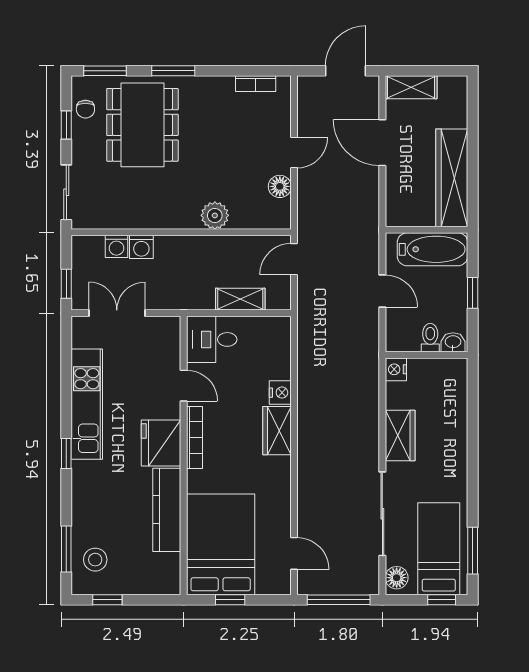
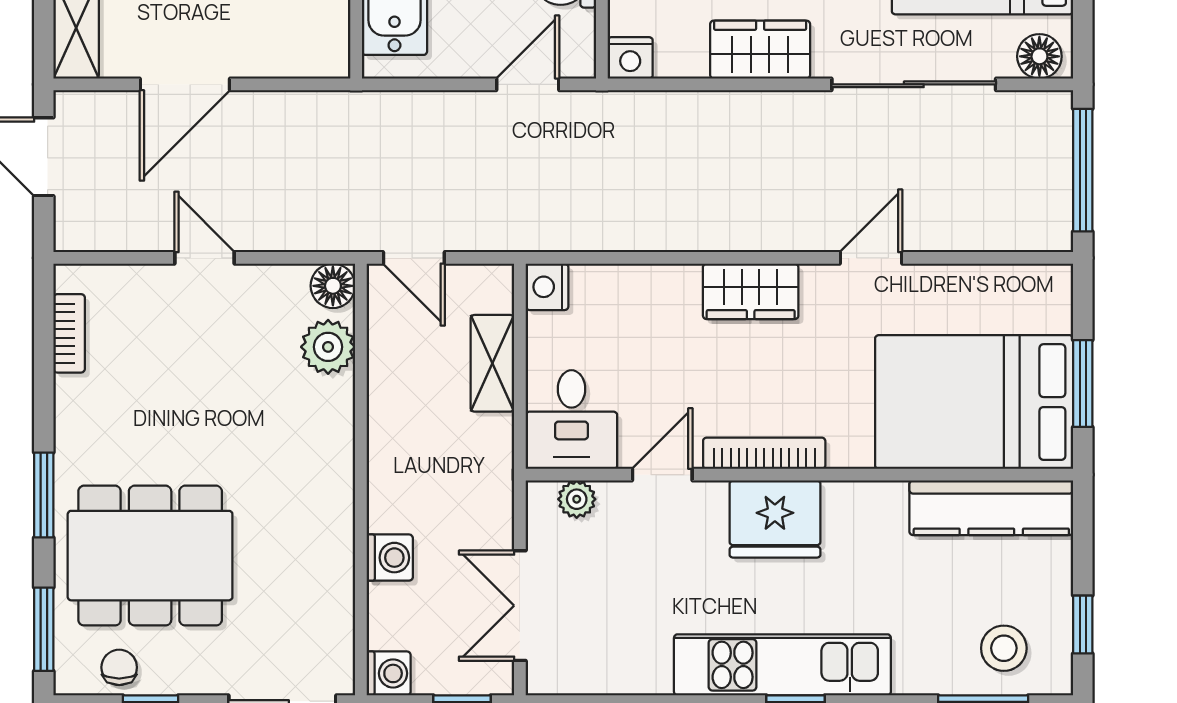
chair: (85, 109) -> (119, 667), turned -90
floor lamp: (280, 186) -> (333, 286), moved
plant: (215, 215) -> (328, 347), moved
washing machine: (116, 246) -> (389, 673), moved
door: (382, 291) -> (528, 84), moved
plant: (171, 342) -> (577, 499), added
nightstand: (280, 393) -> (547, 287), moved, turned -90
kitchen unit: (87, 404) -> (782, 665), moved
kitchen counter: (167, 510) -> (991, 508), moved
door: (294, 553) -> (871, 258), moved
window: (230, 600) -> (1083, 383), width x1.50

